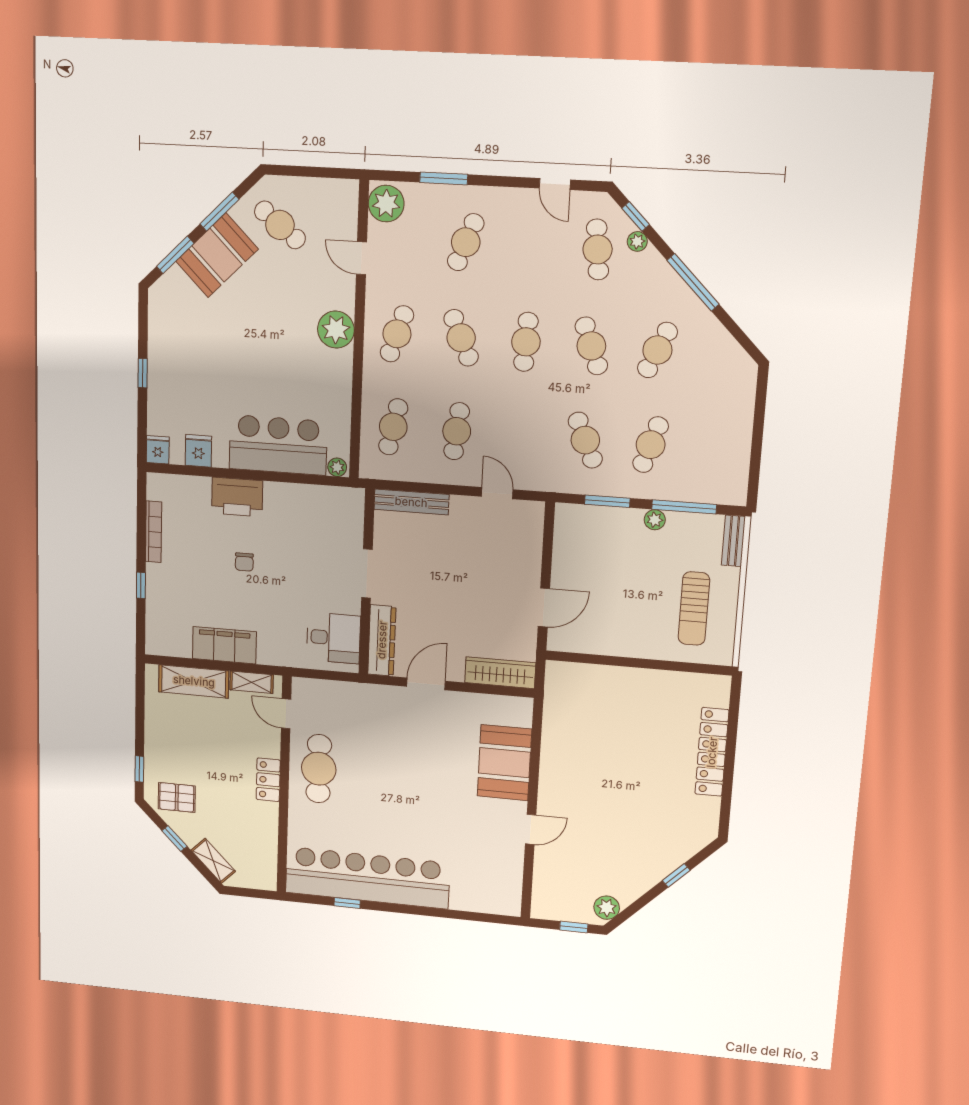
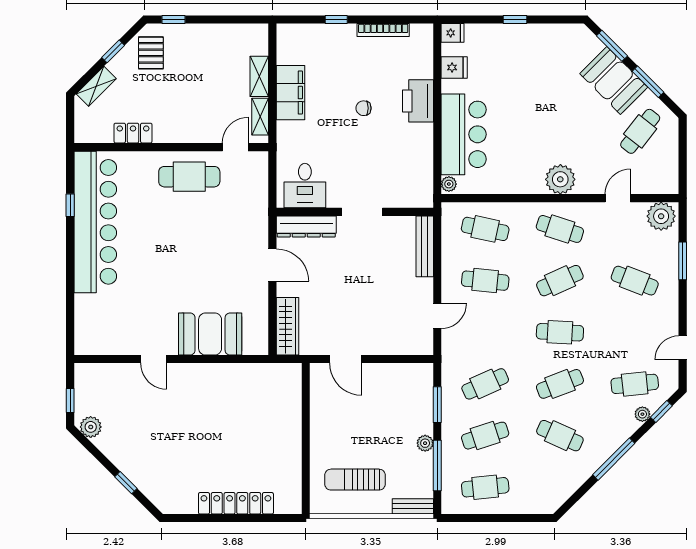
cafe table: (651, 445) -> (485, 436), turned -36
cafe table: (716, 449) -> (485, 487), added
shelving: (194, 681) -> (259, 76), width x0.67, depth x0.75
locker: (268, 780) -> (133, 133), moved

